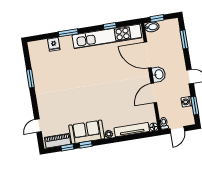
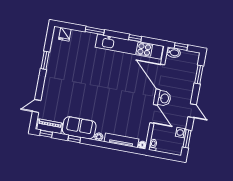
fridge: (54, 44) -> (65, 34), moved
door: (154, 93) -> (154, 114), swing flipped
door: (177, 130) -> (163, 155), removed
window: (67, 148) -> (46, 134), moved

